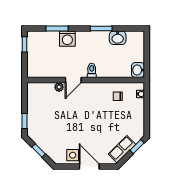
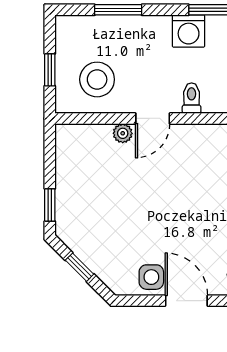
washing machine: (67, 39) -> (189, 31), moved
window: (24, 44) -> (50, 70), moved
stool: (47, 62) -> (97, 79), added

